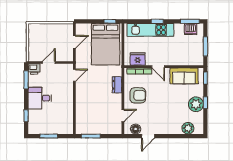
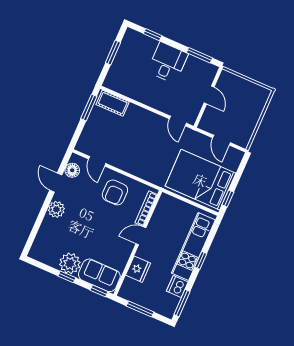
dishwasher: (191, 29) -> (177, 286), moved
fridge: (138, 59) -> (138, 269), moved
printer: (34, 69) -> (209, 72), removed
sofa: (184, 76) -> (99, 275), moved, turned 90
dresser: (117, 85) -> (141, 171), removed
cot: (81, 122) -> (113, 103), added
plant: (188, 128) -> (56, 209), moved

